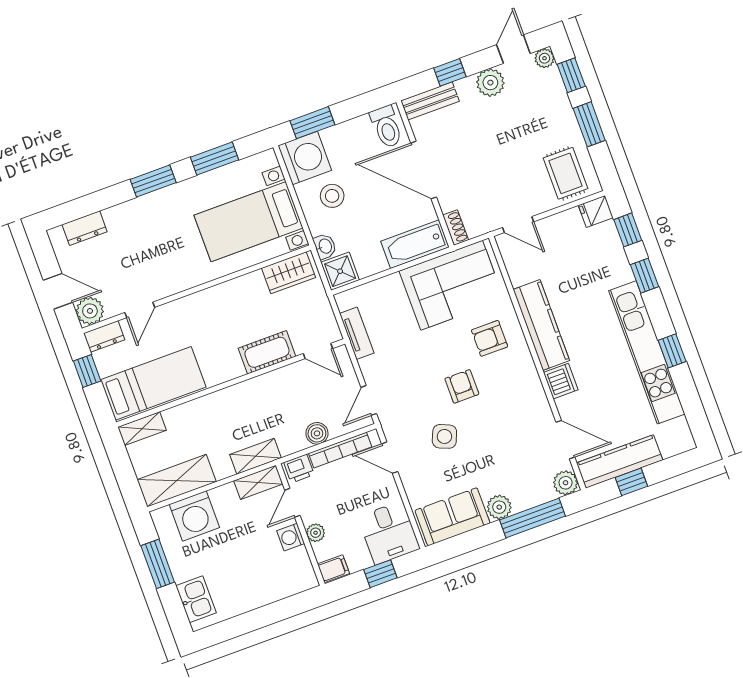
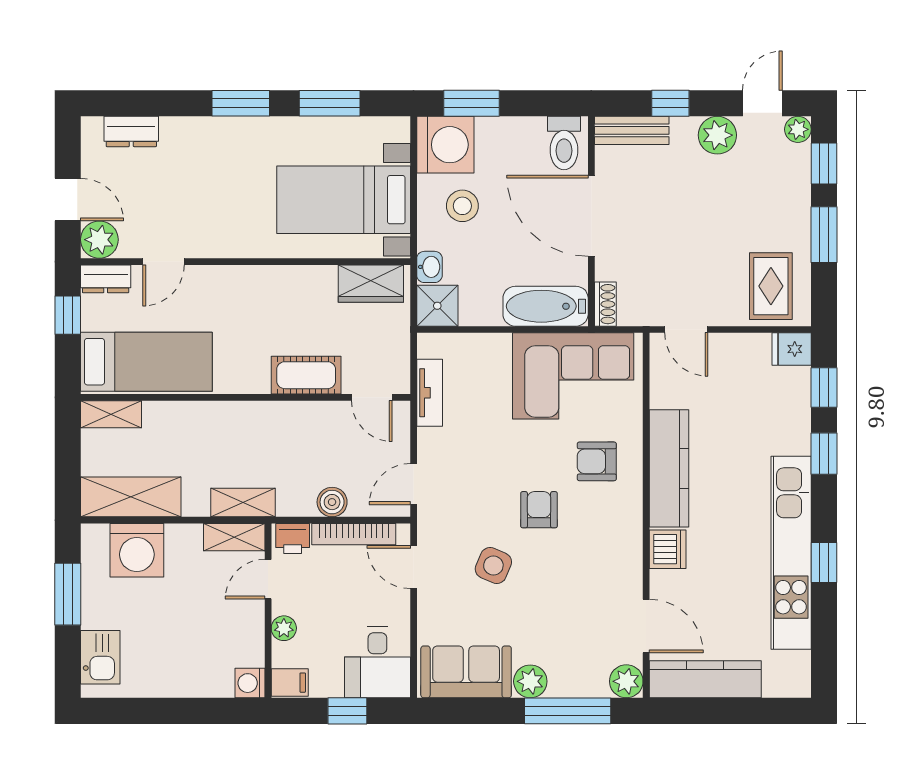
window: (631, 482) -> (711, 711), removed
washing machine: (291, 537) -> (250, 683), moved

